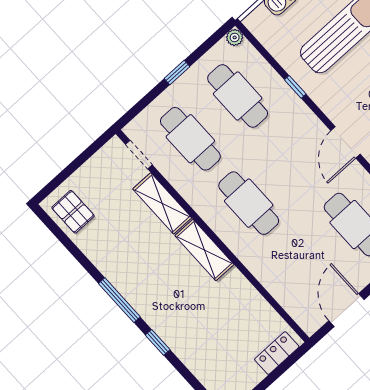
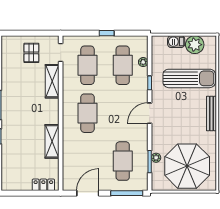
plant: (235, 37) -> (143, 62), moved
door: (345, 142) -> (150, 113), moved
pallet: (73, 212) -> (31, 53), moved
shelving: (204, 250) -> (52, 141), moved

